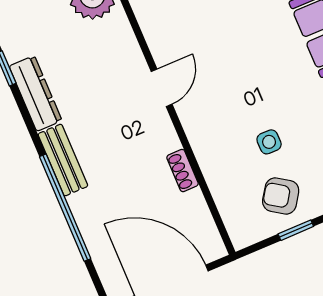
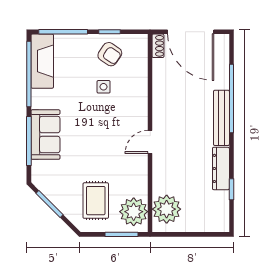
bench: (63, 160) -> (221, 118), width x1.36
shoe rack: (183, 171) -> (158, 46), moved

